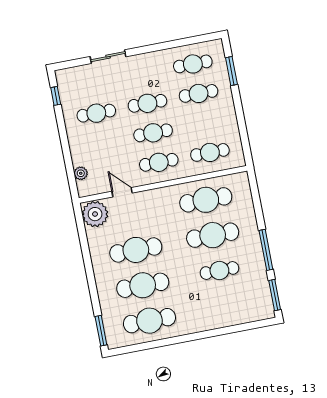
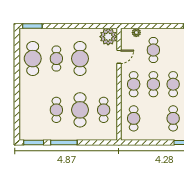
cafe table: (96, 113) -> (153, 50), moved
cafe table: (206, 200) -> (104, 110), width x0.73, depth x0.74
cafe table: (143, 285) -> (56, 59), width x0.73, depth x0.74

